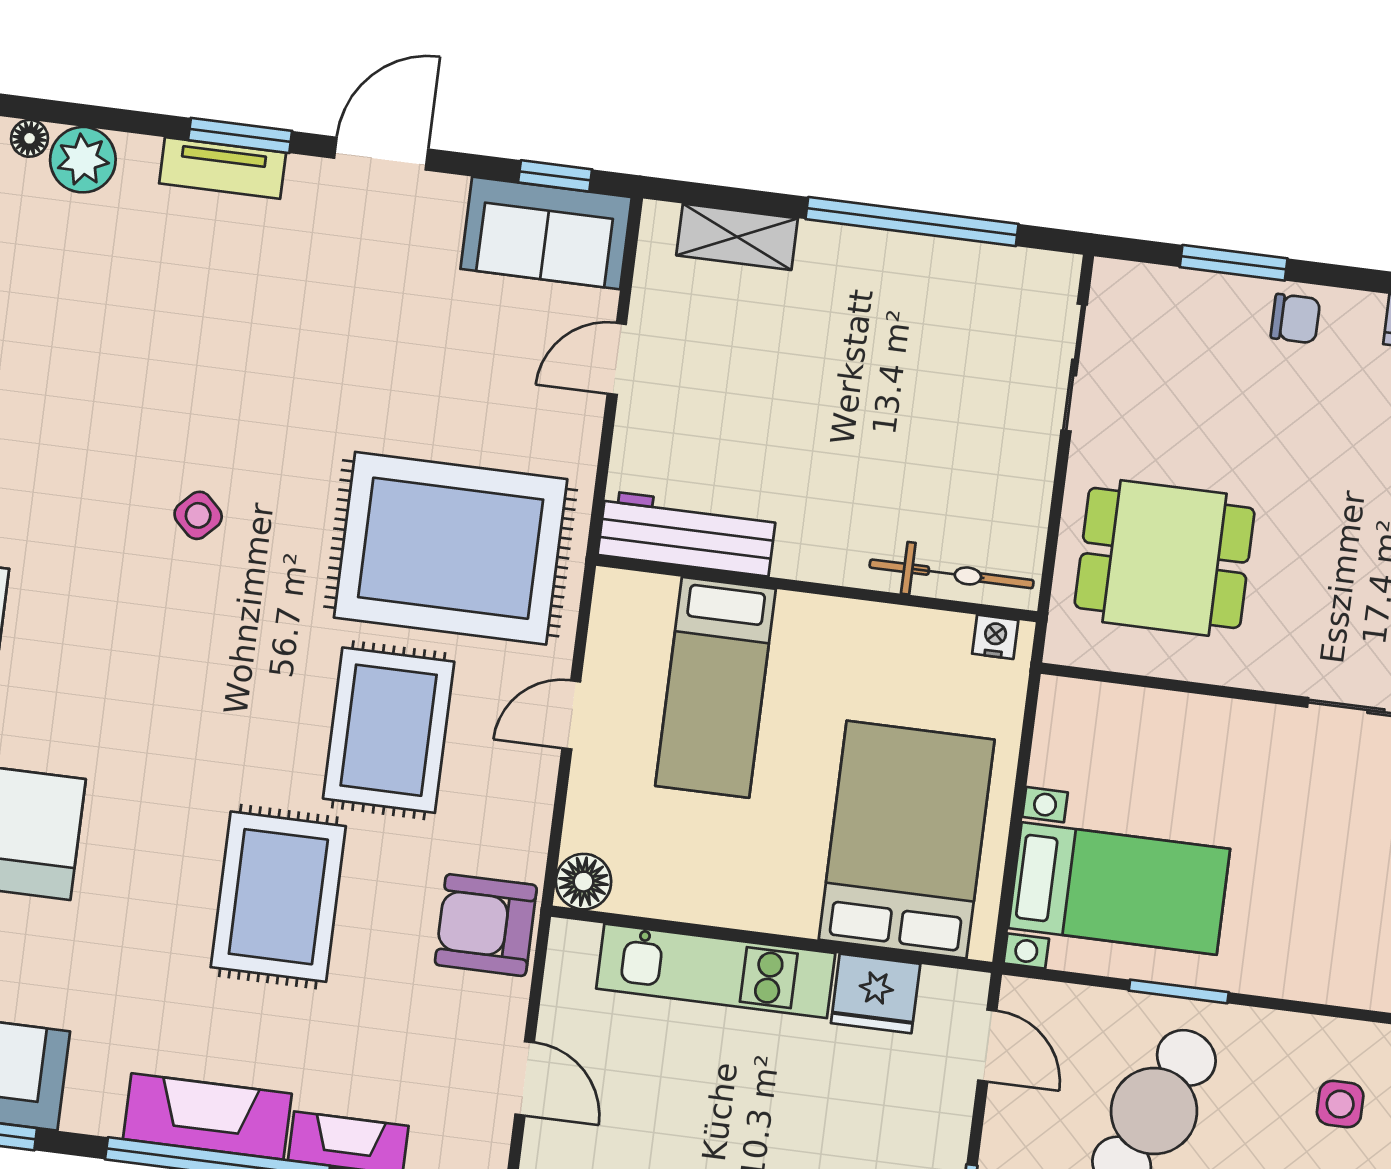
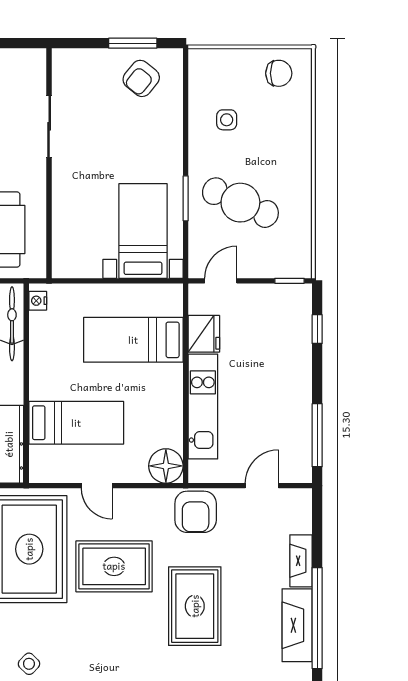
bed: (907, 840) -> (133, 340), width x0.67
floor lamp: (584, 882) -> (166, 466), width x1.38, depth x1.38
rug: (278, 897) -> (195, 606), turned 90

